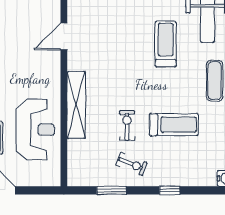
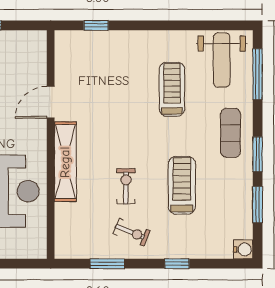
door: (64, 36) -> (51, 102), moved
treadmill: (174, 125) -> (182, 185), turned -90

